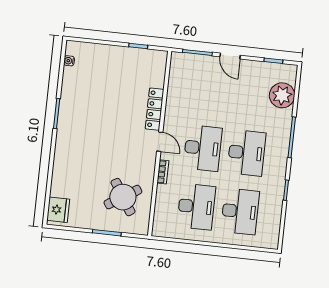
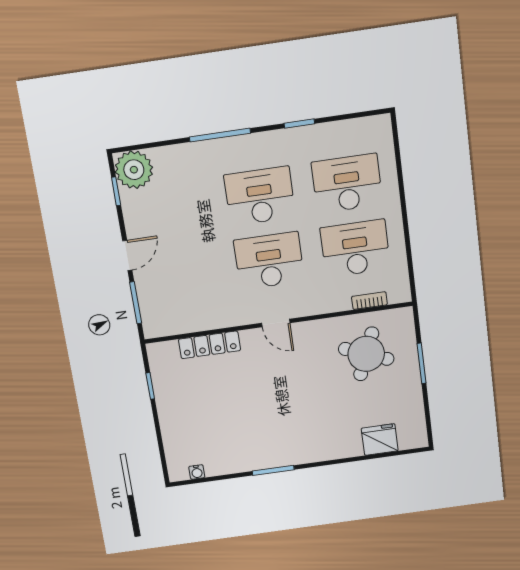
plant: (282, 95) -> (134, 170), moved
locker: (155, 109) -> (209, 345), moved
door: (160, 142) -> (276, 323), swing flipped
bookcase: (163, 172) -> (369, 301), moved
round table: (123, 197) -> (366, 354), turned -36
fridge: (58, 210) -> (380, 440), moved

